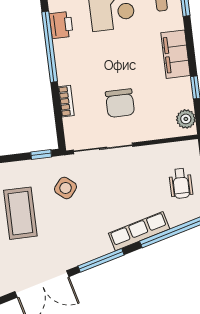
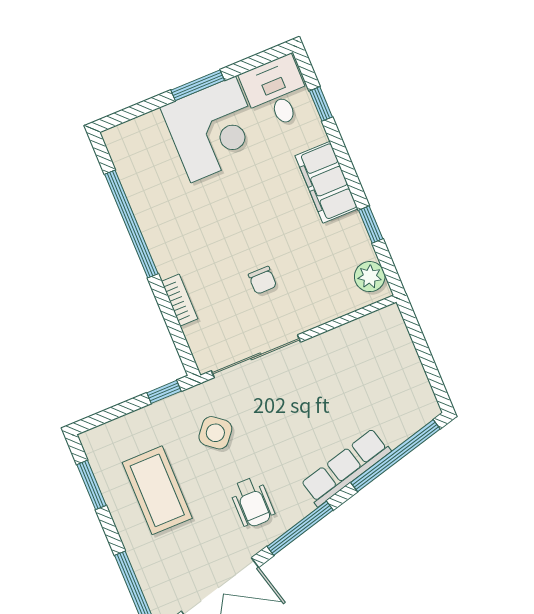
printer: (61, 25) -> (140, 186), removed
chair: (120, 103) -> (262, 280), width x0.54, depth x0.54
wheelchair: (181, 183) -> (252, 502), moved

